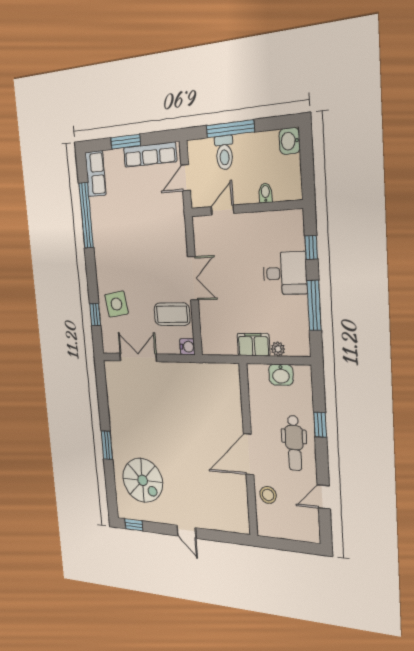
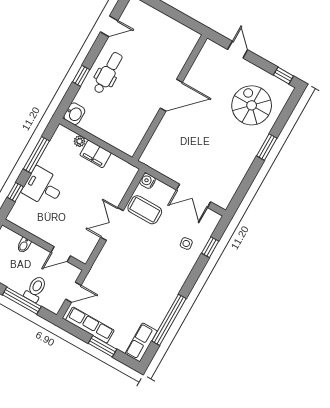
side table: (116, 304) -> (186, 244), width x0.54, depth x0.54
washbasin: (281, 375) -> (74, 114), moved, turned 90
wall: (248, 451) -> (170, 98), moved
door: (249, 454) -> (171, 95), moved
stool: (268, 495) -> (151, 47), removed

